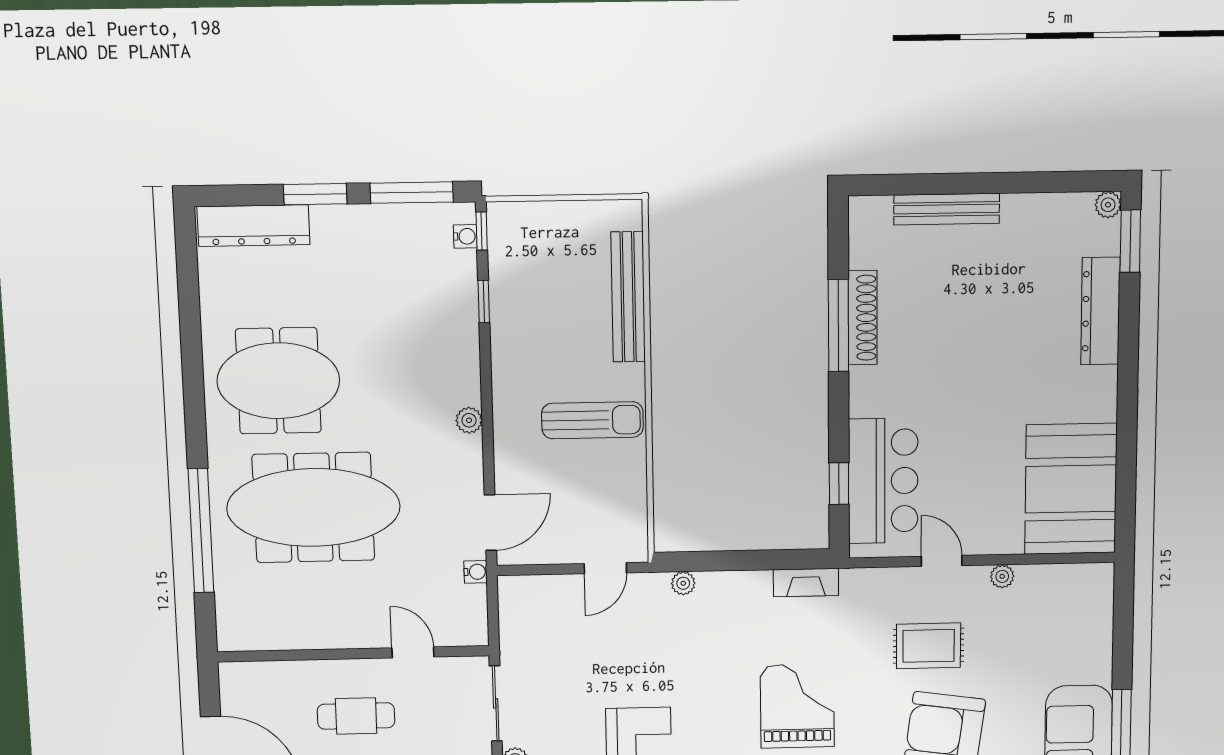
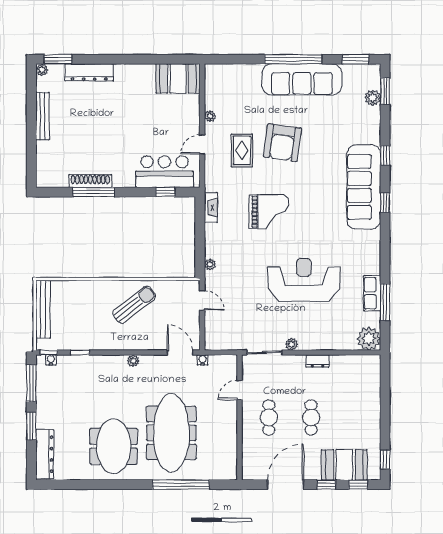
bench: (947, 209) -> (42, 116), moved
bench: (628, 297) -> (43, 309), moved, turned 90
sun lounger: (593, 420) -> (134, 305), turned 52
booth: (1071, 489) -> (178, 78), width x0.73, depth x0.70
grand piano: (797, 706) -> (269, 212), turned 180

